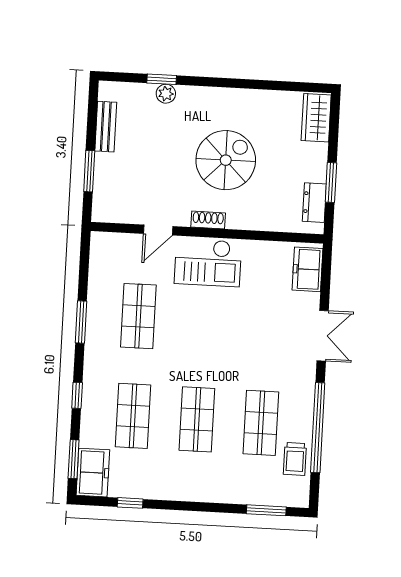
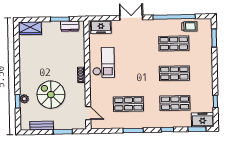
spiral stairs: (226, 160) -> (51, 95), moved
door: (158, 230) -> (88, 113), moved
checkout: (208, 263) -> (103, 62), moved

